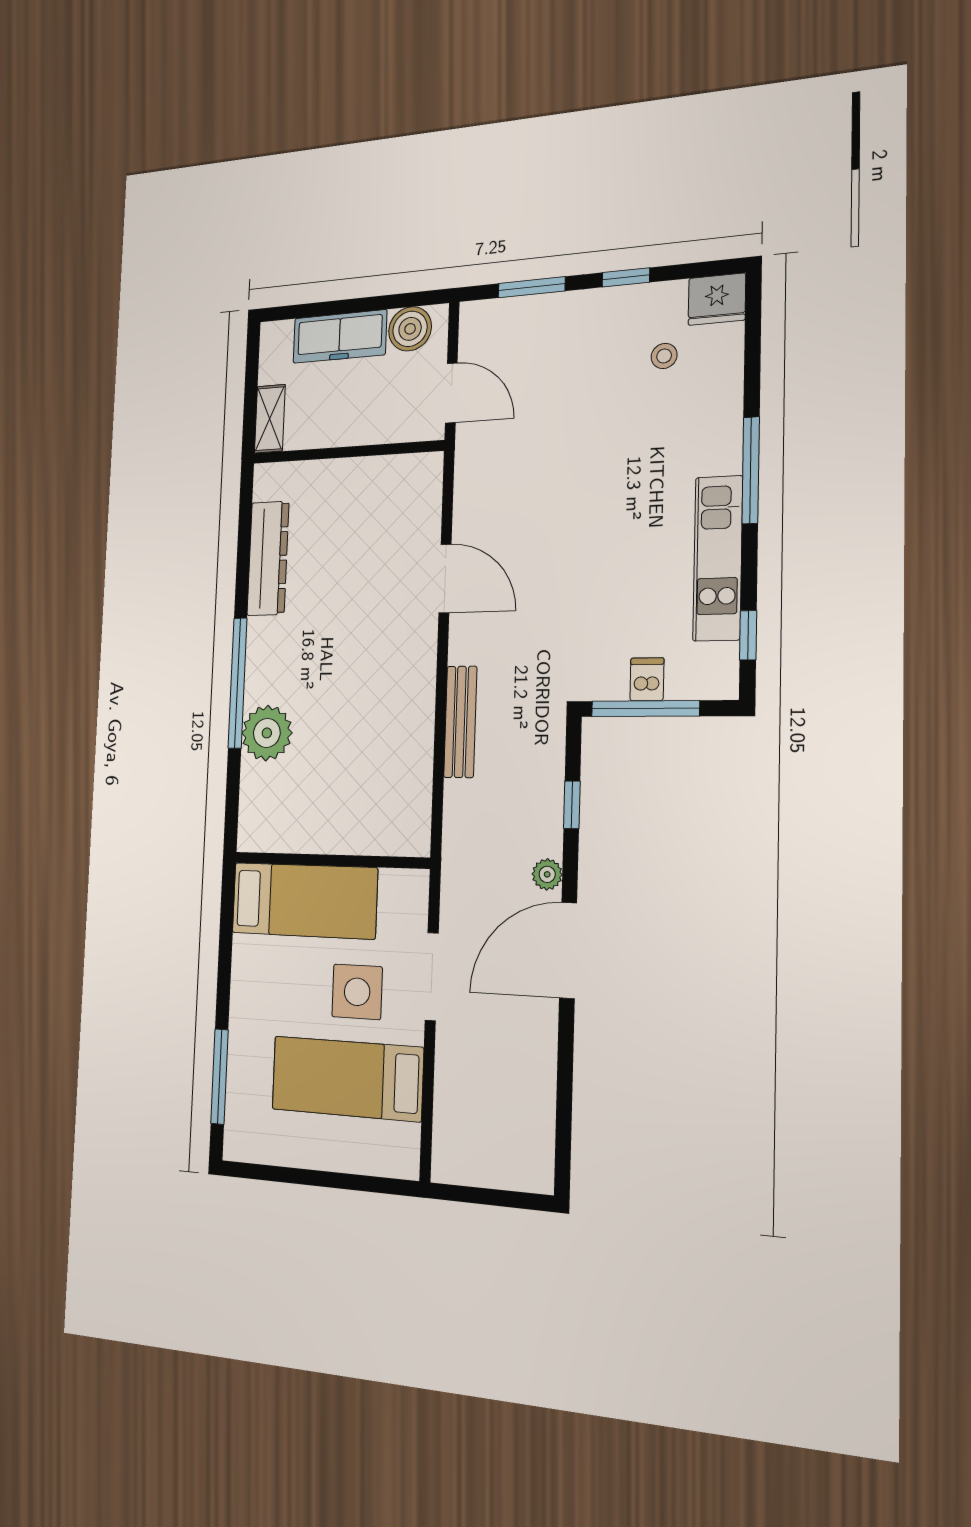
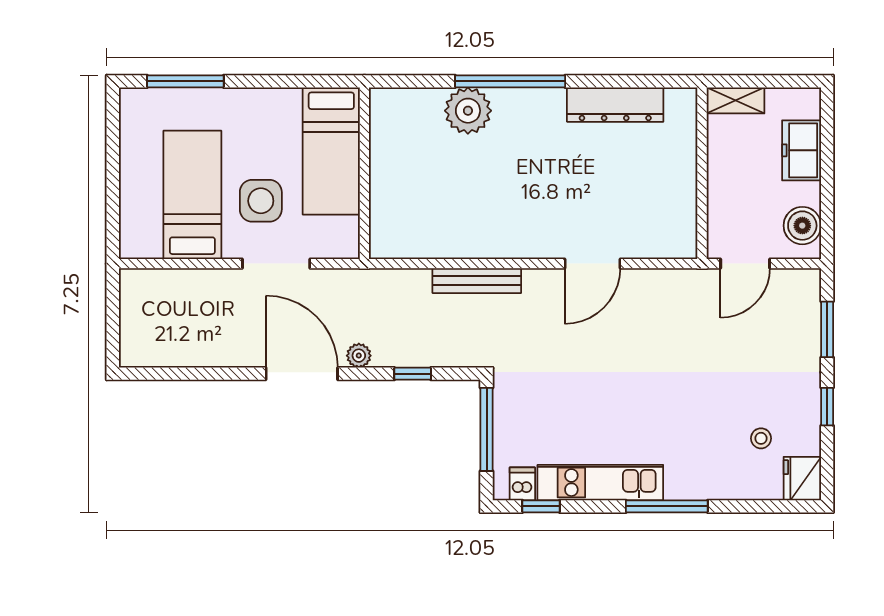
freezer: (340, 337) -> (802, 150), width x0.71
dishwasher: (647, 679) -> (522, 484), moved, turned -90

